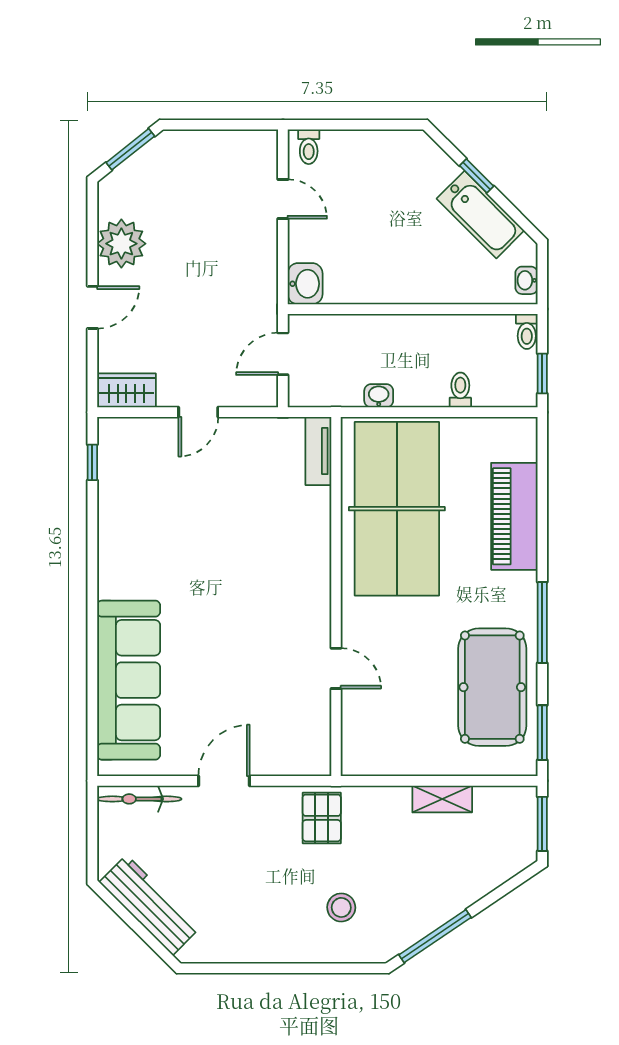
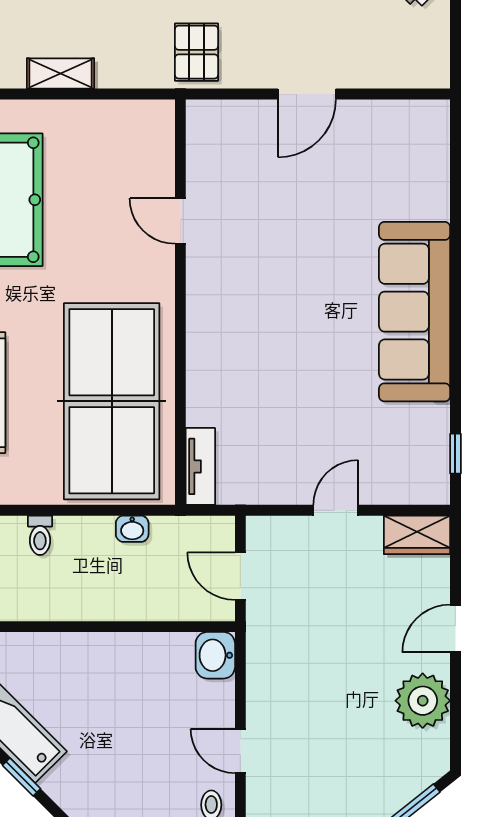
door: (283, 354) -> (240, 576), swing flipped
sofa: (129, 680) -> (415, 312), moved
bicycle: (139, 799) -> (402, 74), removed

